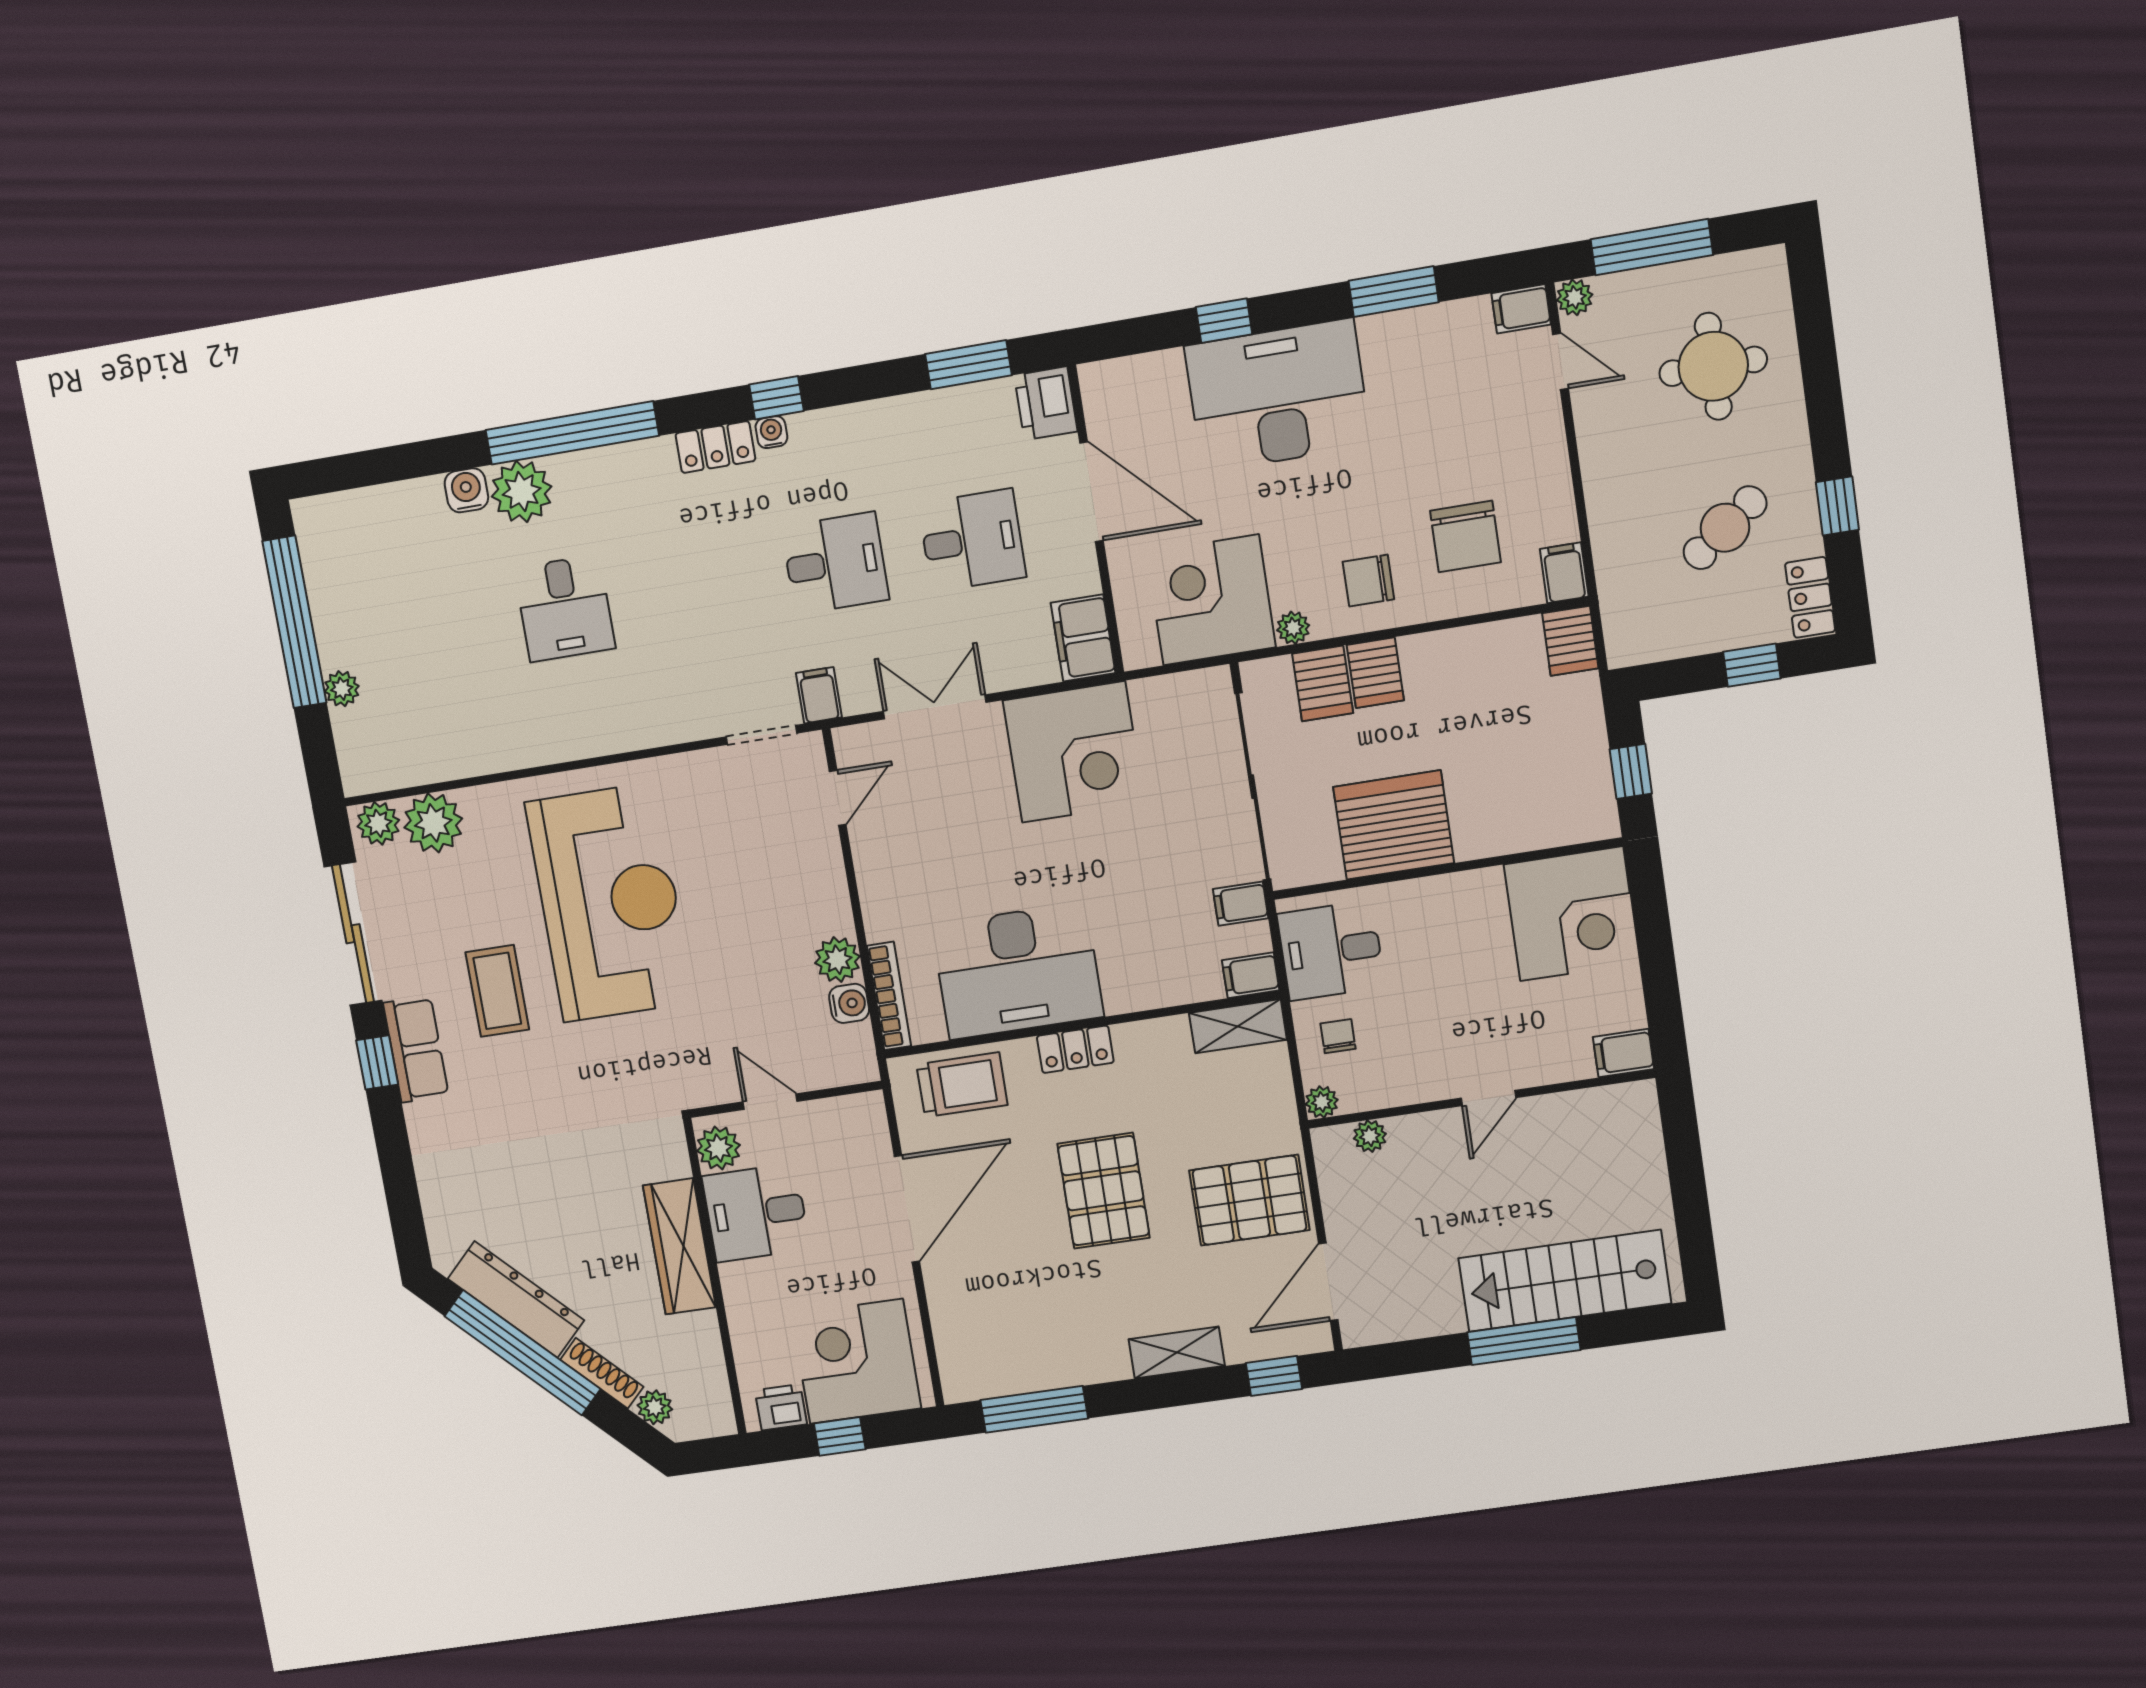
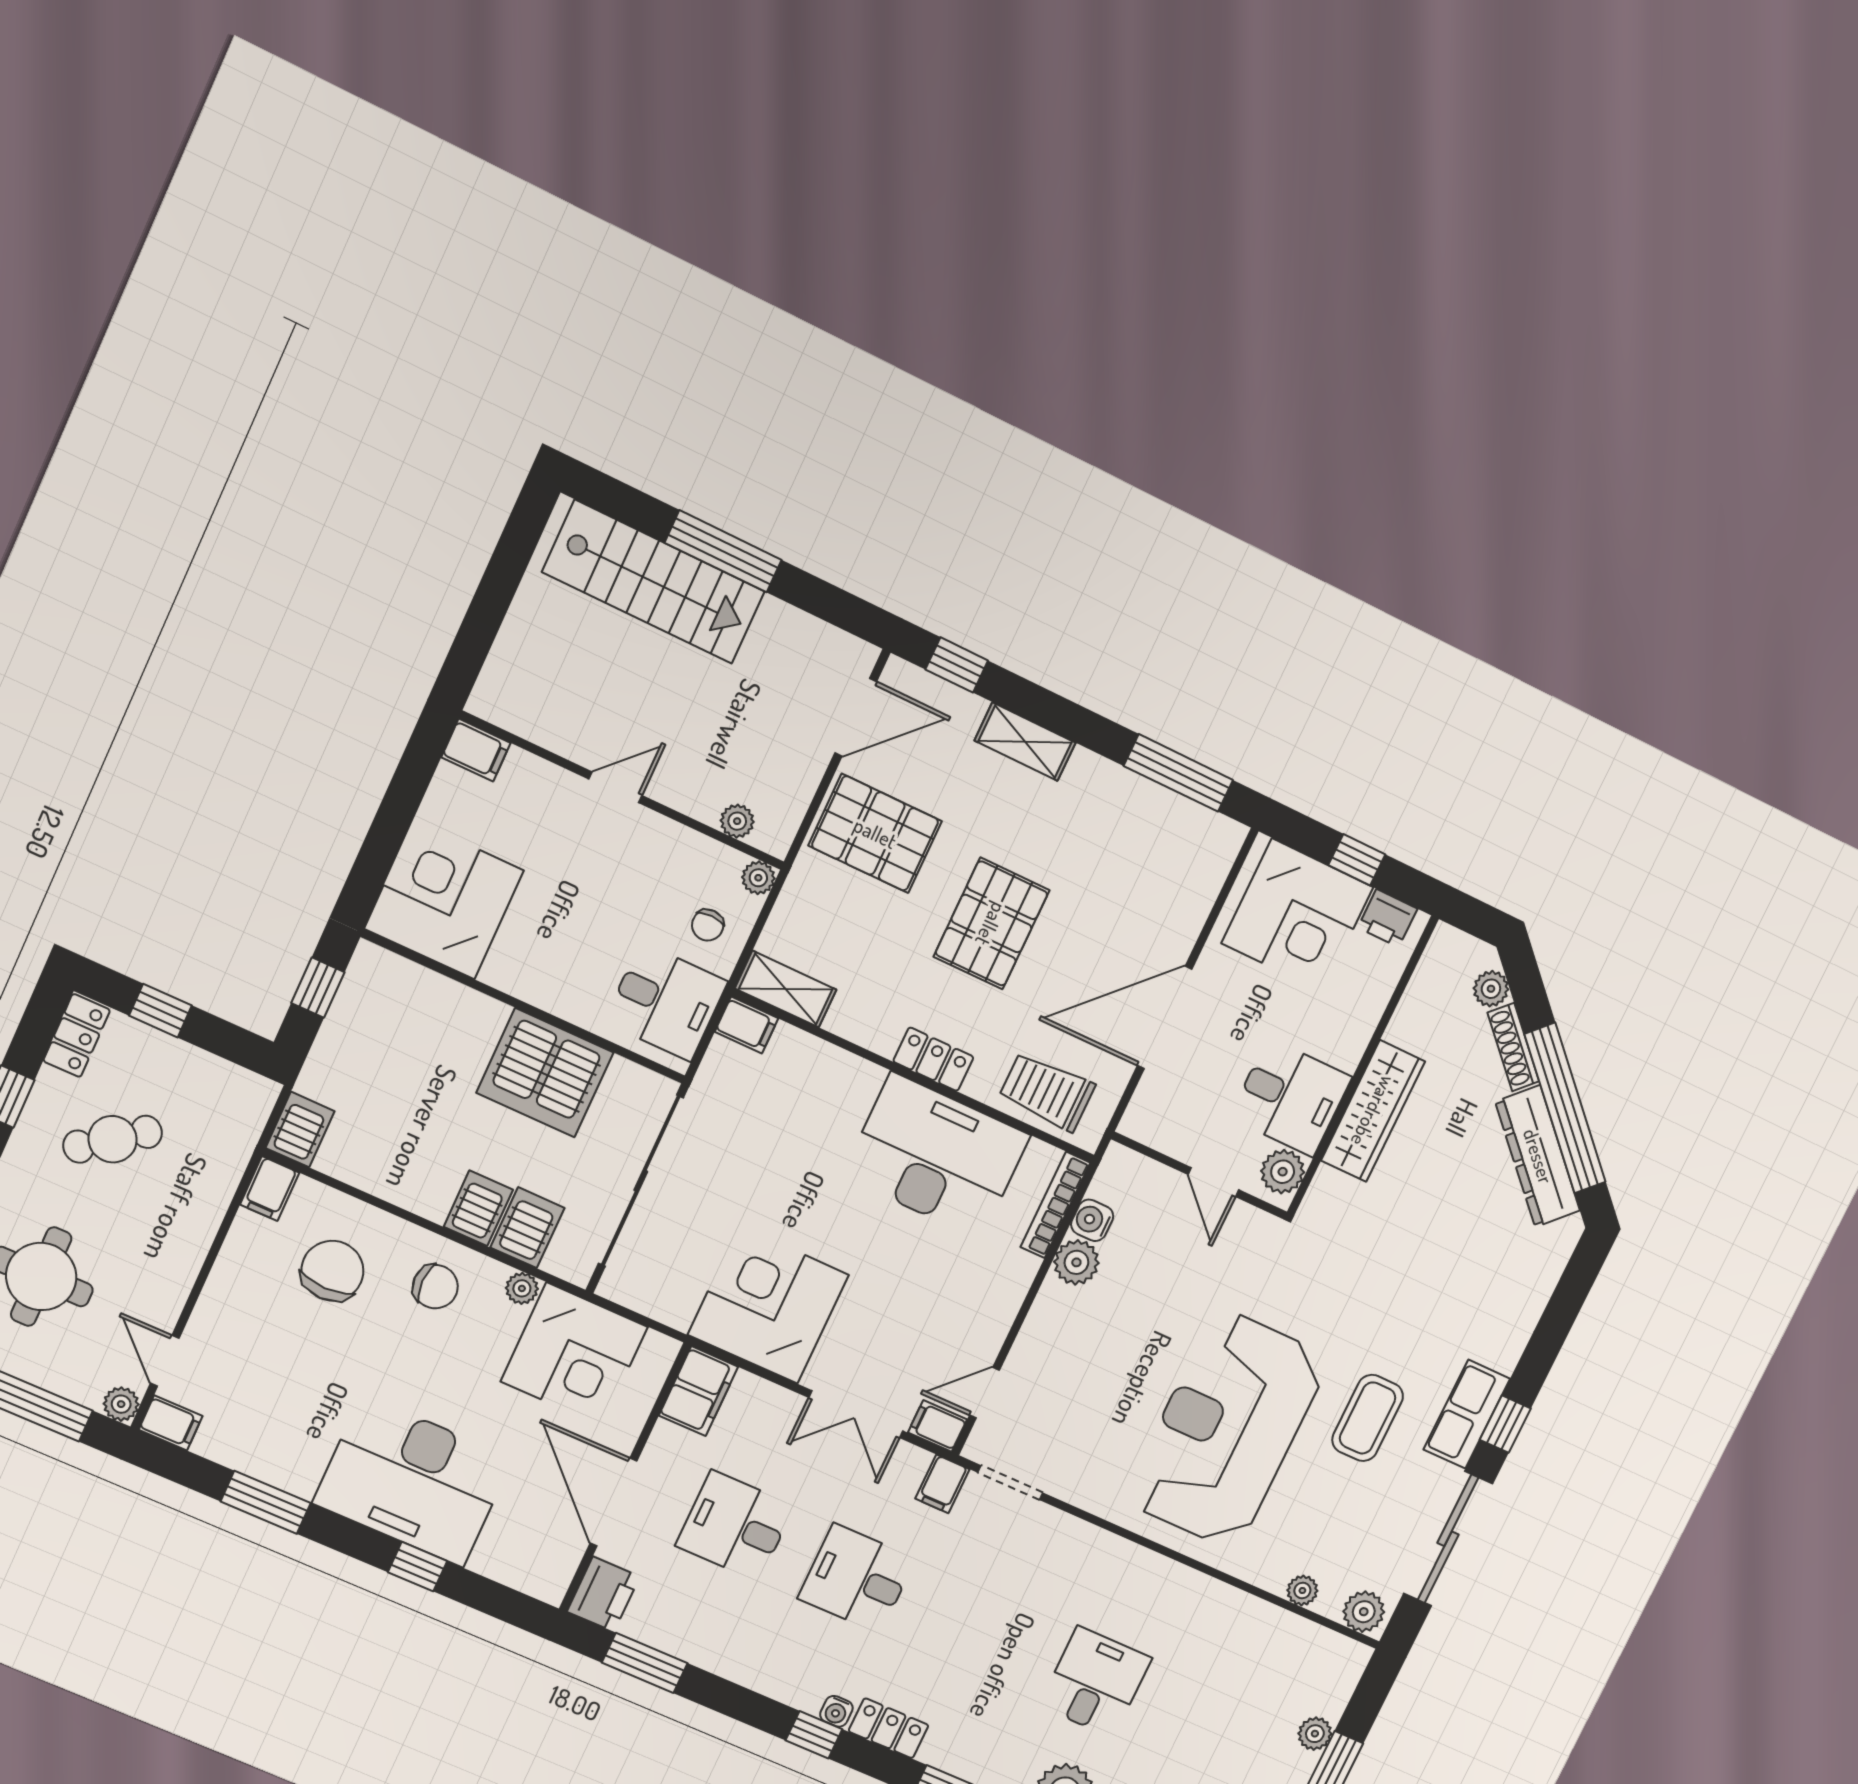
plant: (433, 823) -> (1302, 1590), width x0.53, depth x0.53
filing cabinet: (1241, 904) -> (938, 1426), moved, turned 180

